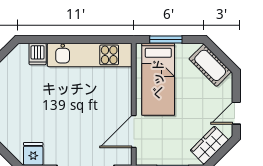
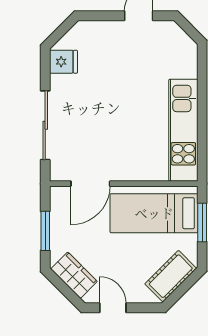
dishwasher: (38, 54) -> (185, 67), removed
door: (134, 132) -> (90, 184), swing flipped

